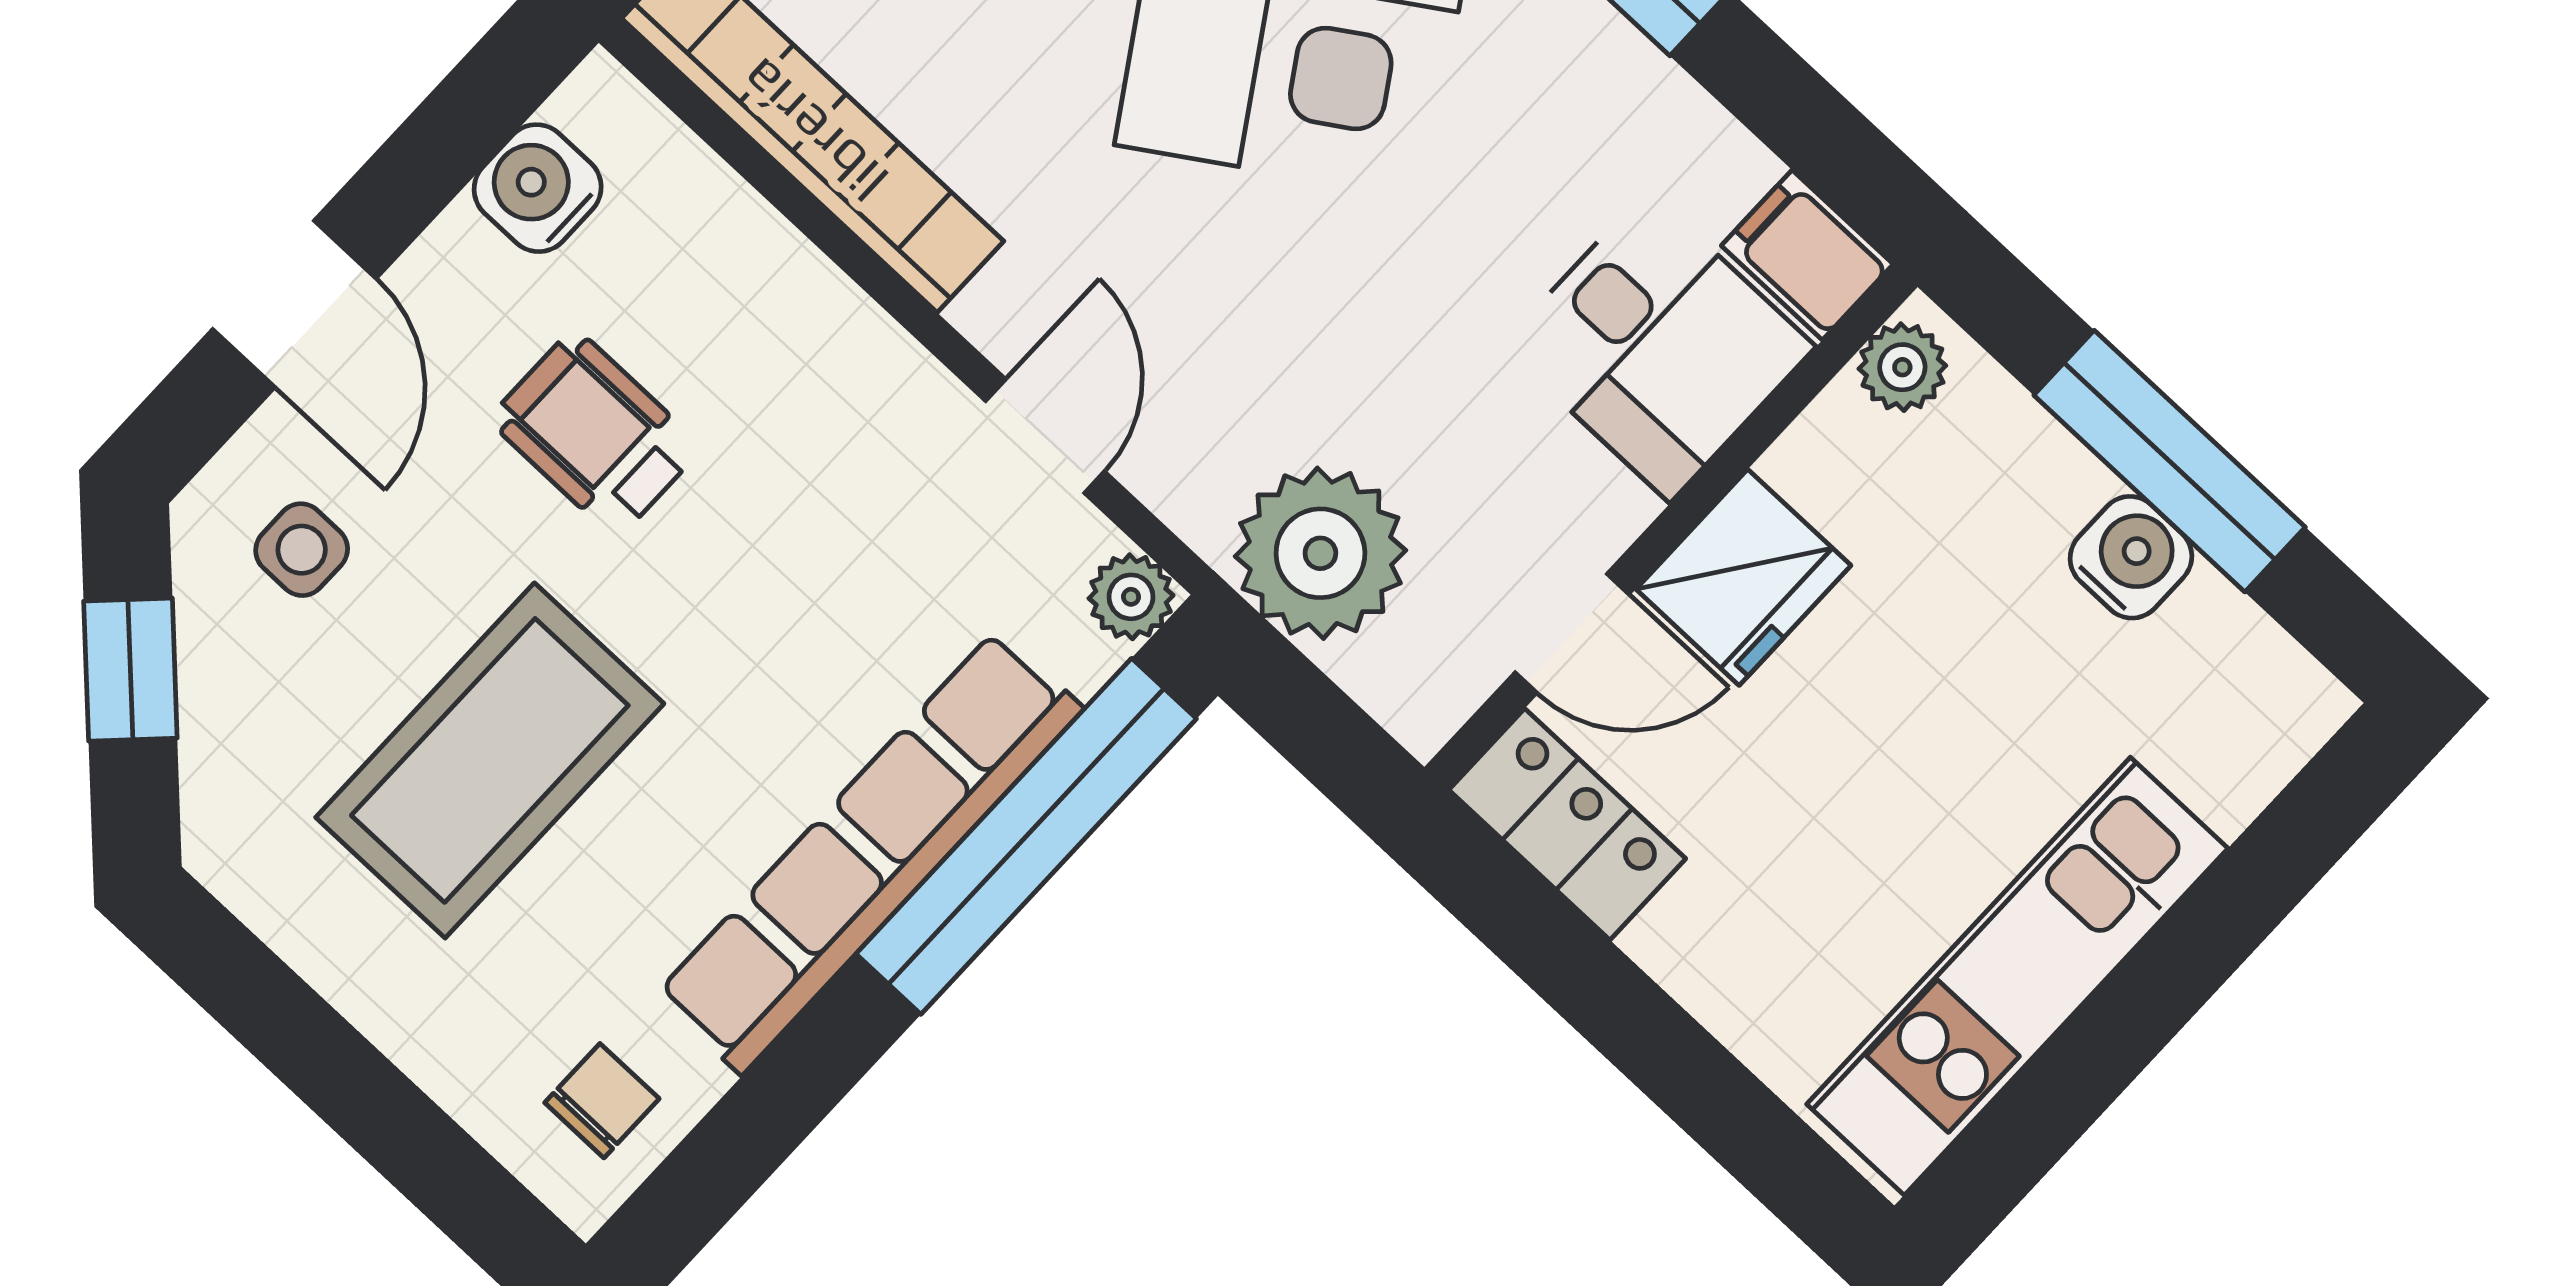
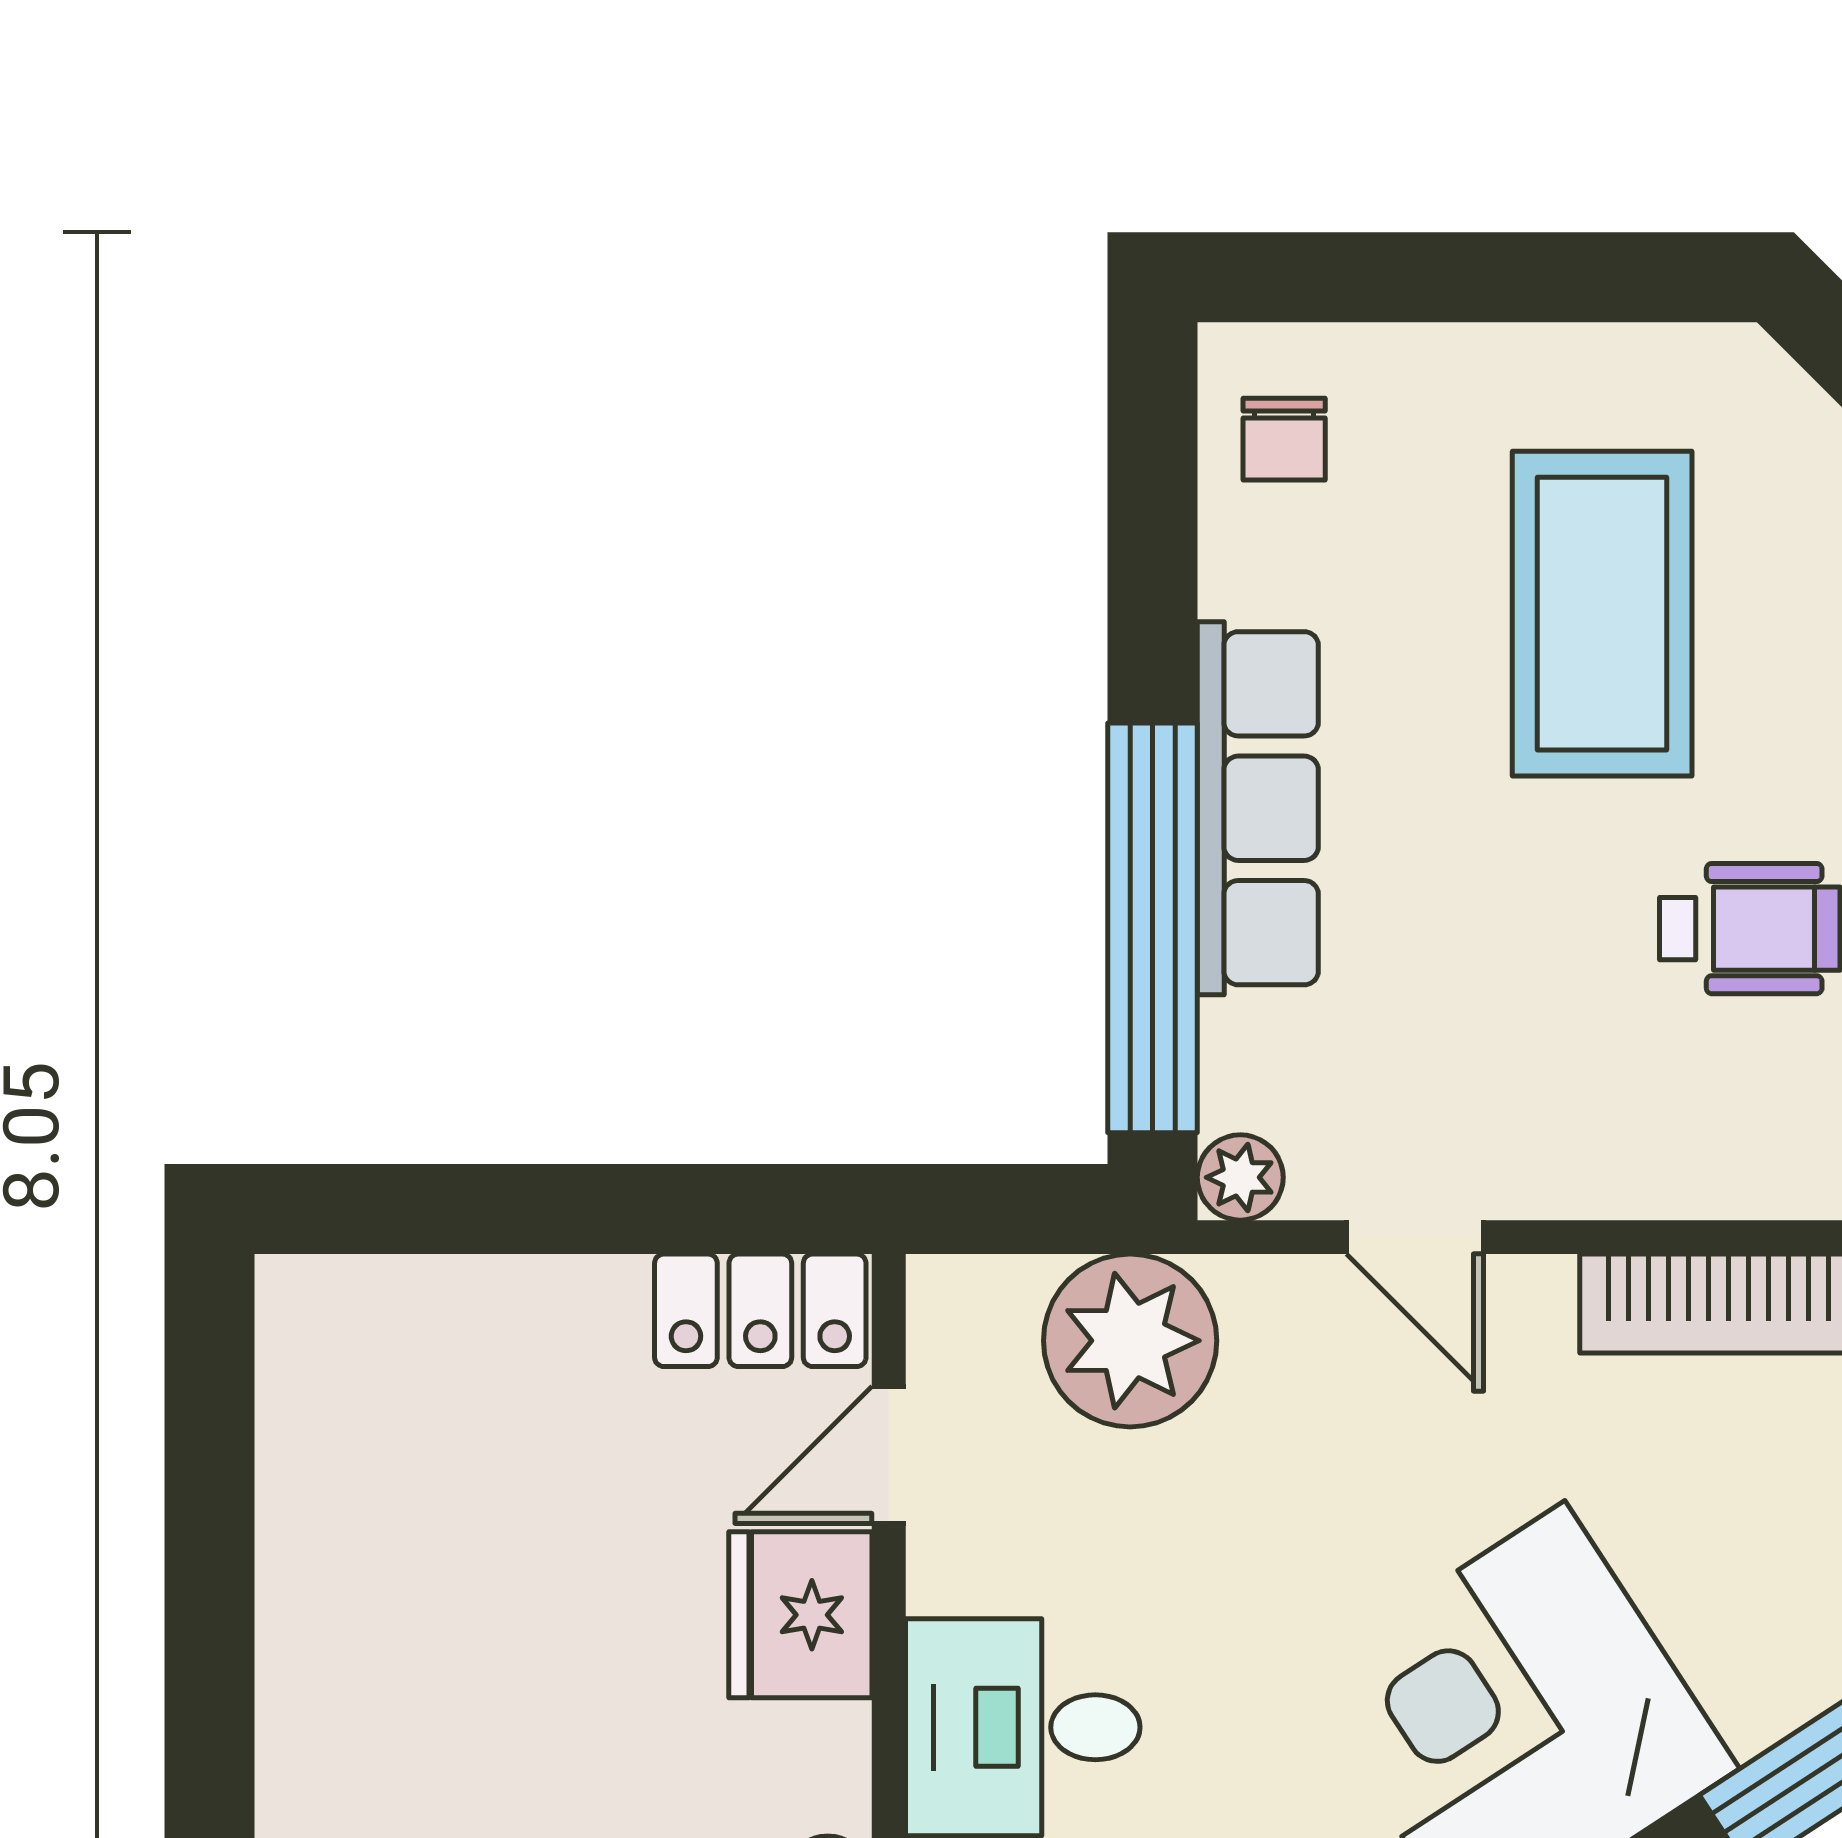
row of seats: (870, 852) -> (1258, 808), width x0.73
kitchen unit: (2017, 976) -> (322, 1508), removed

